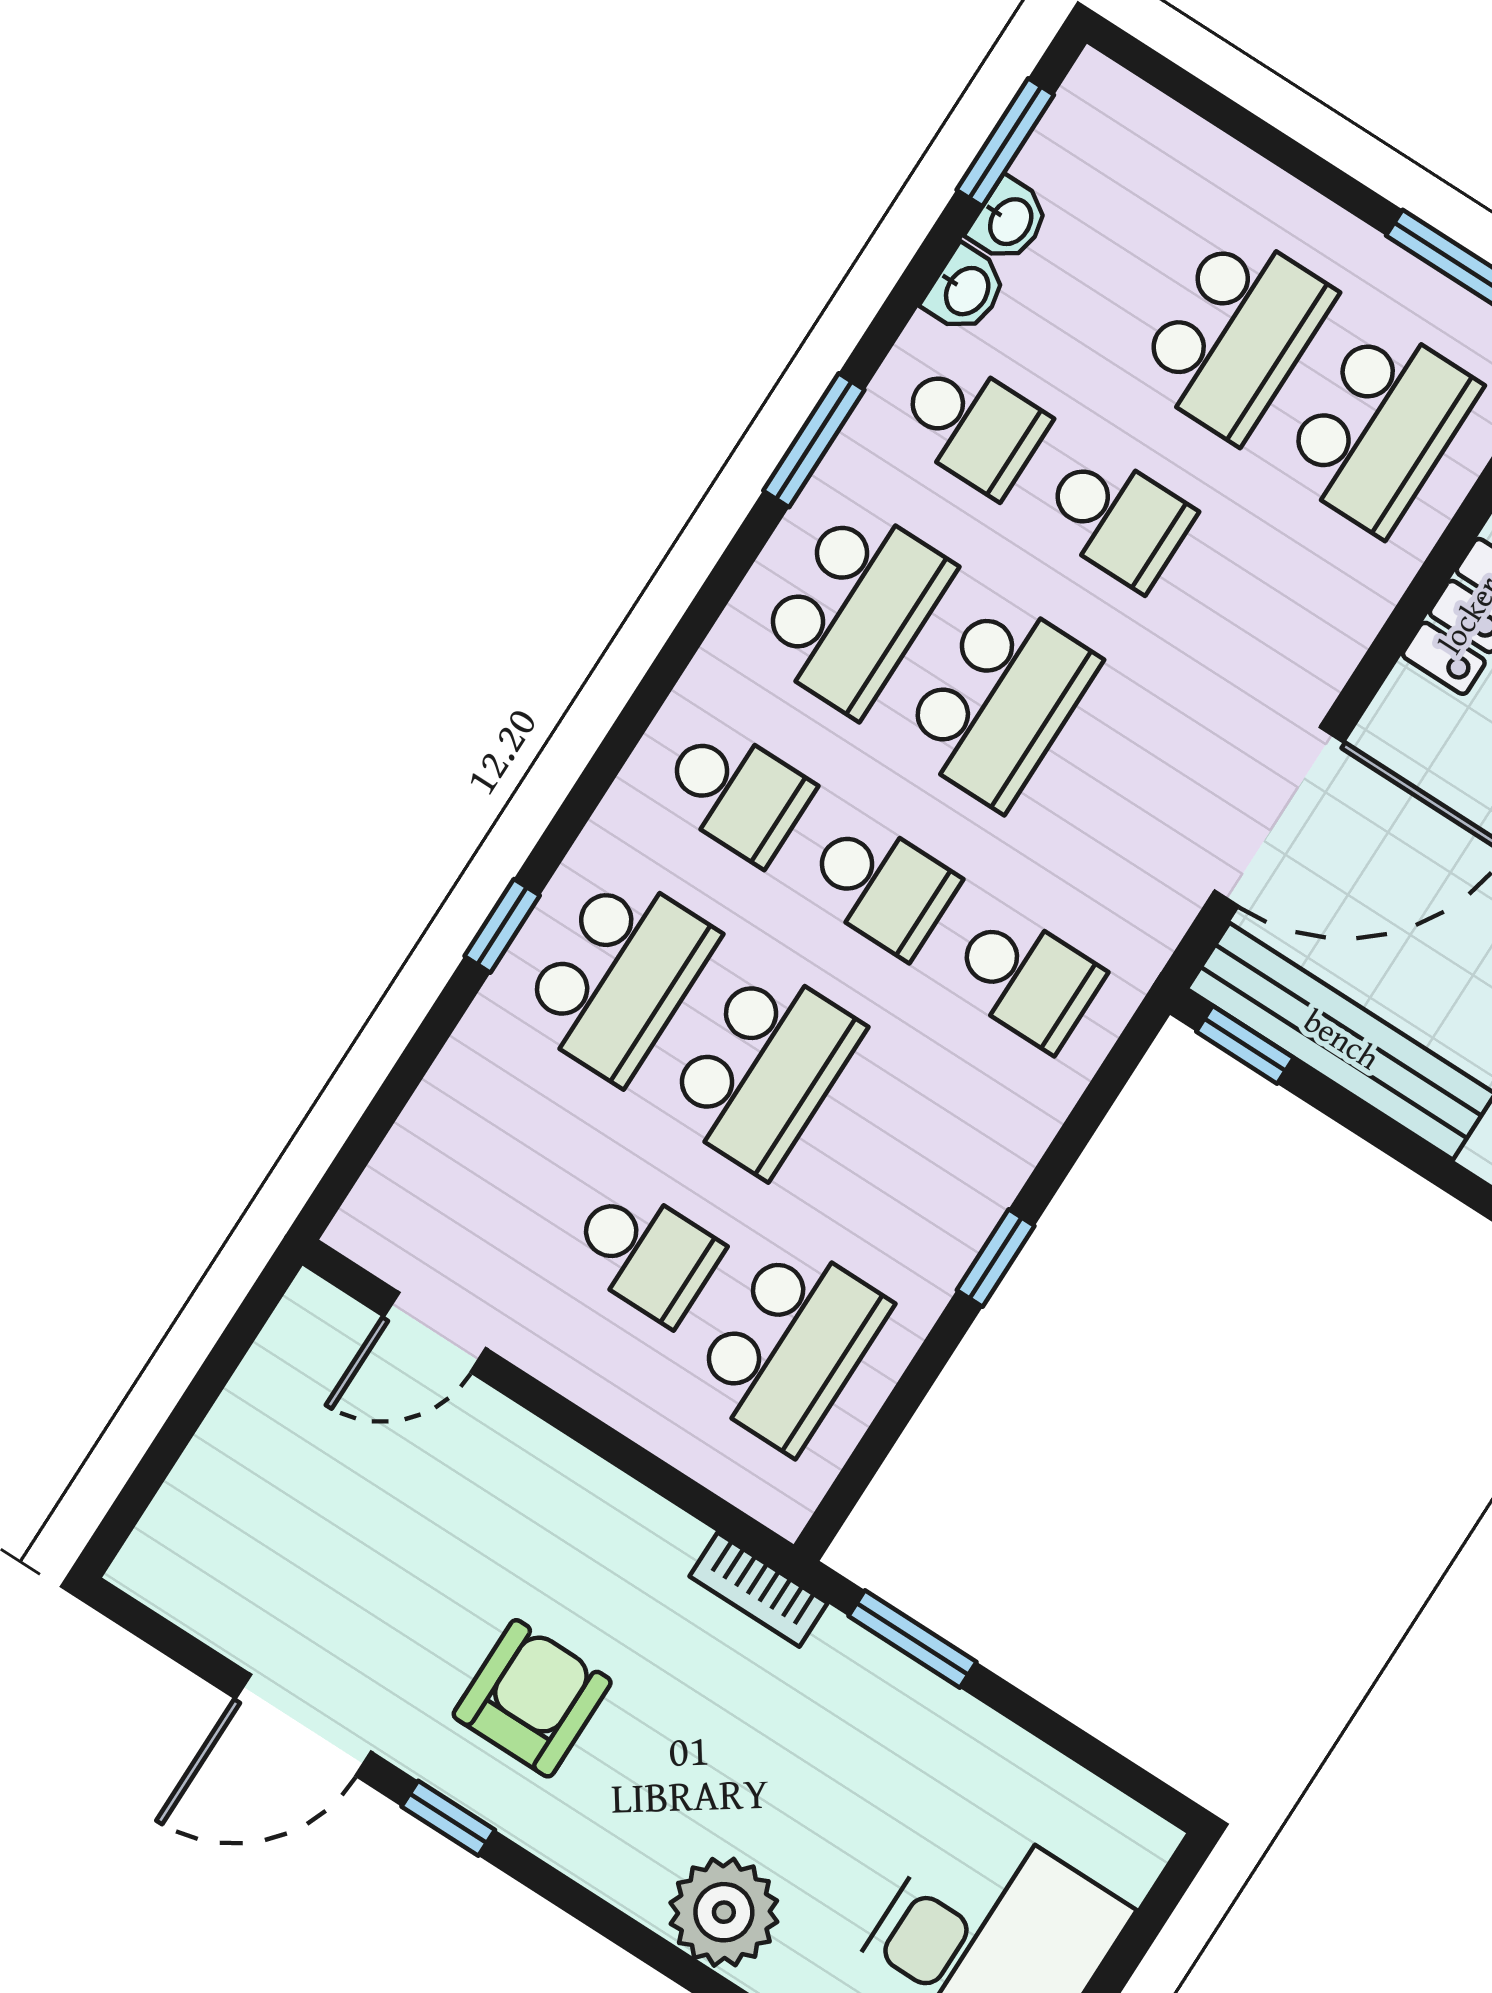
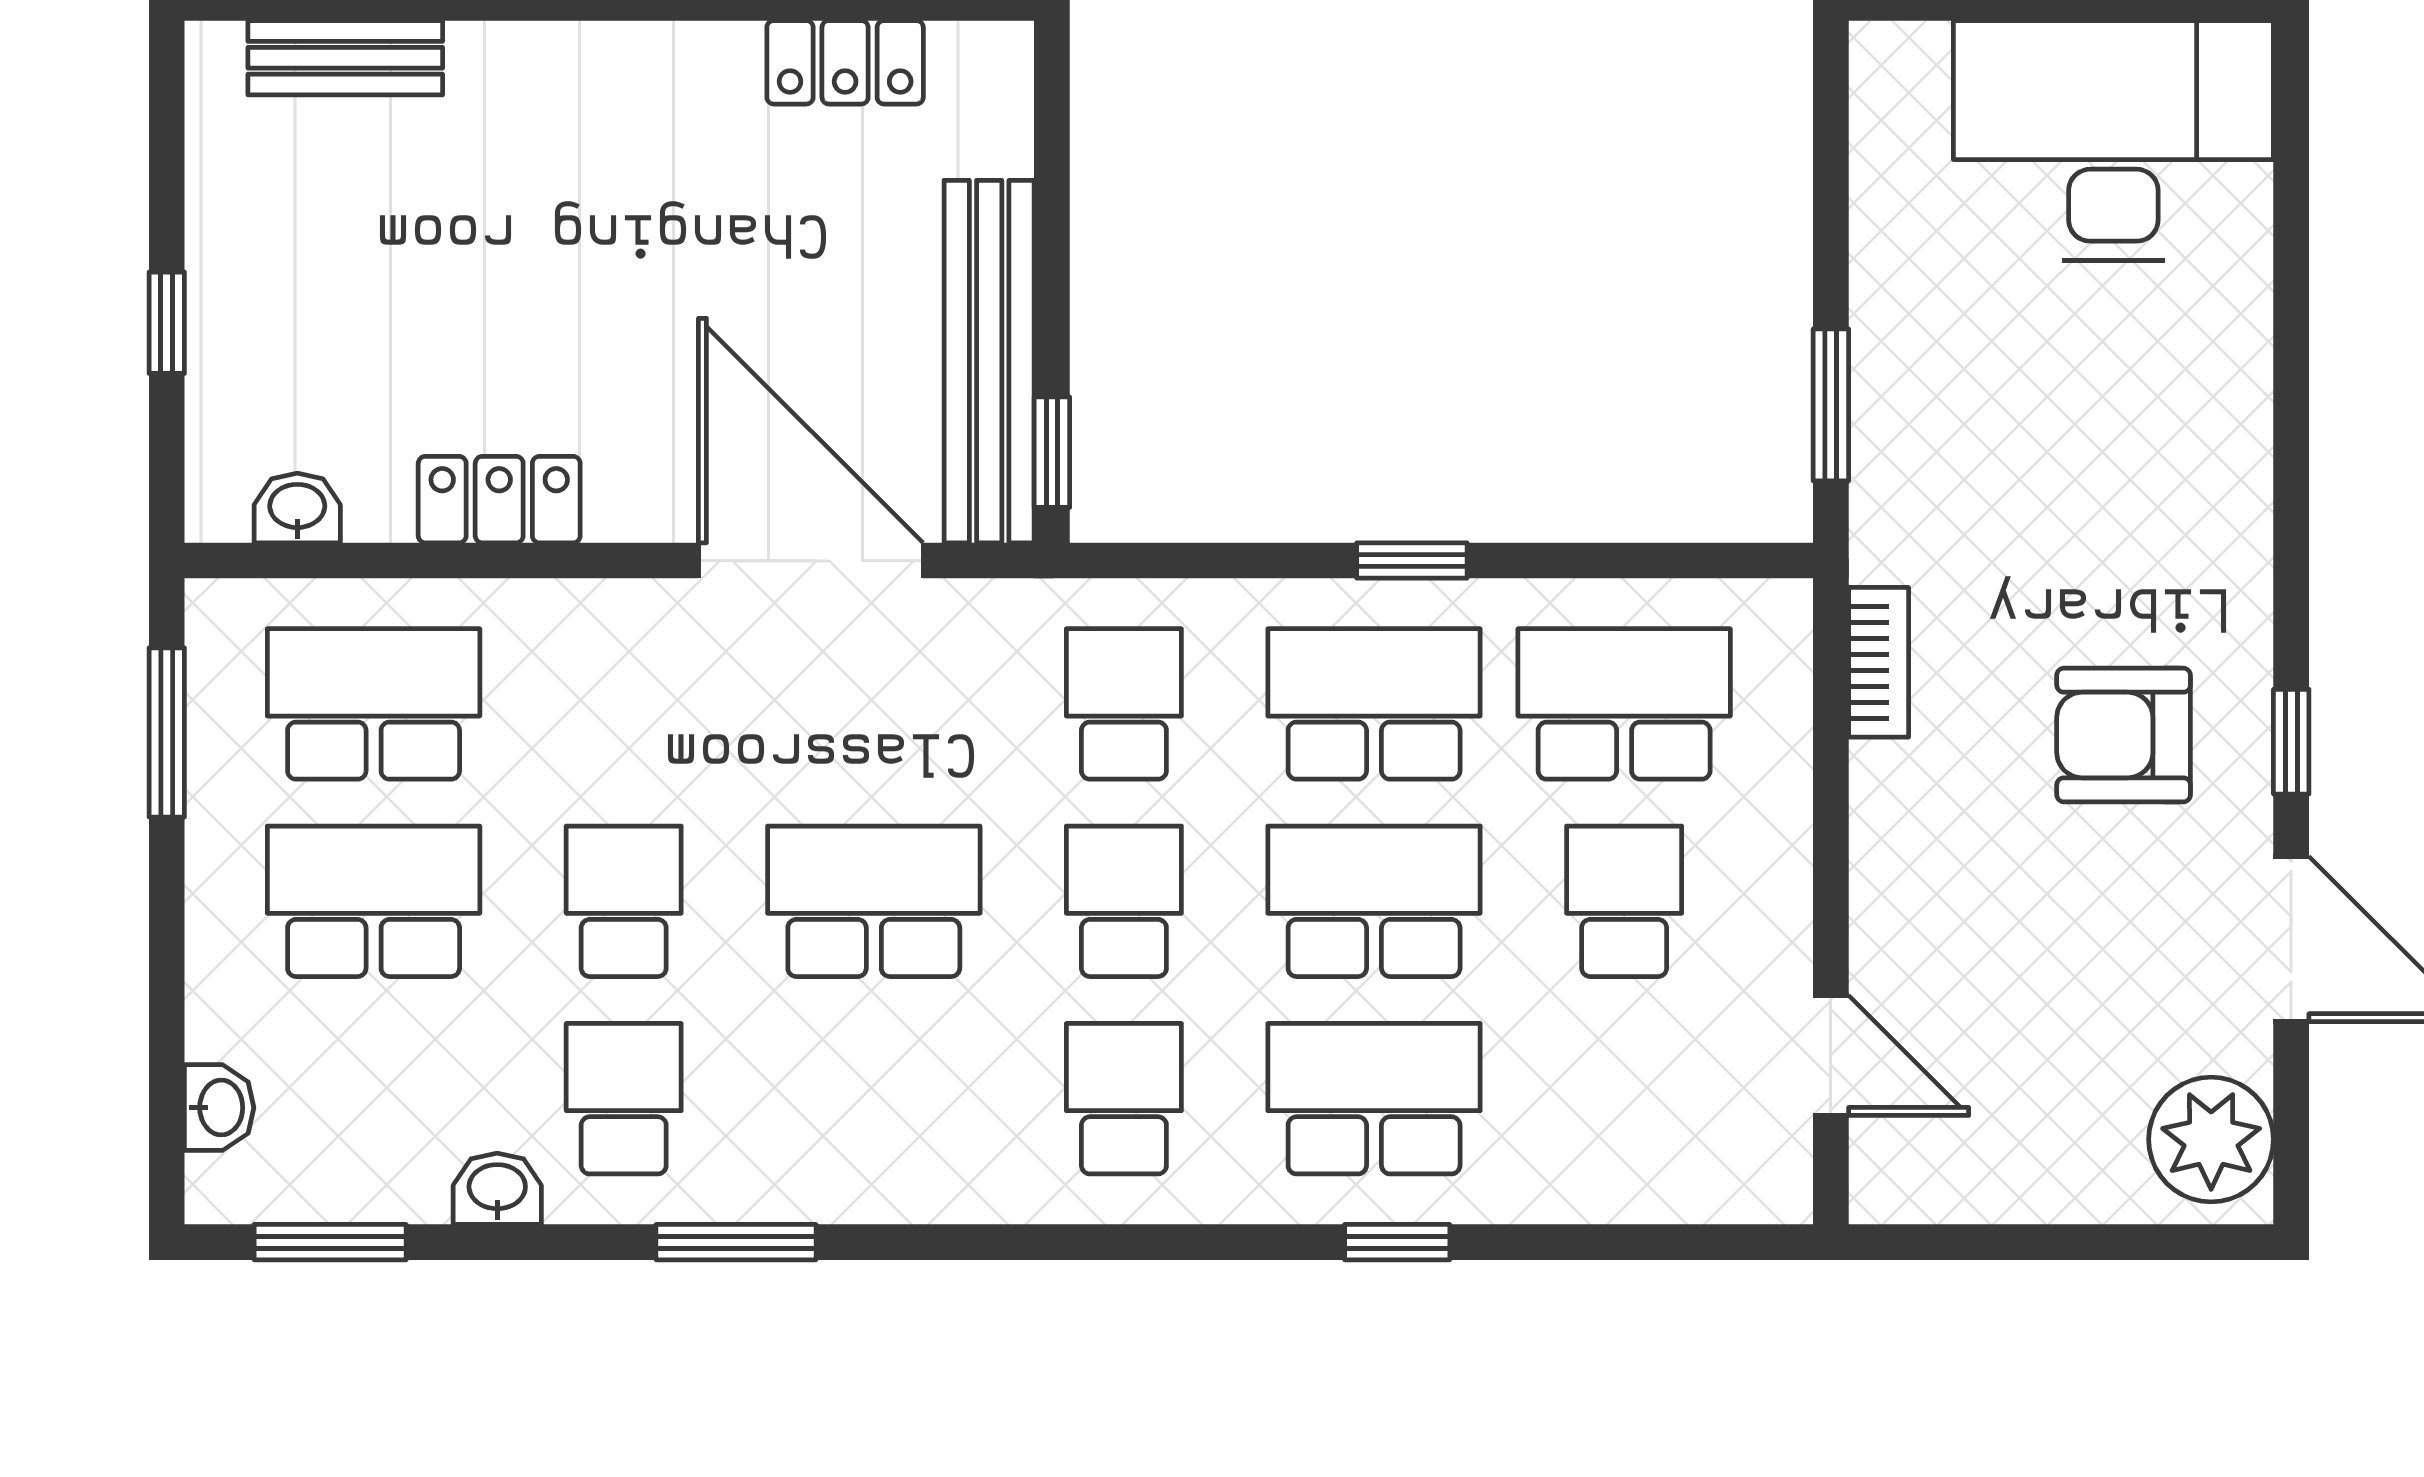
washbasin: (1009, 221) -> (219, 1108), moved, turned 90
school desk: (854, 609) -> (1374, 704), moved
bookcase: (759, 1590) -> (1879, 662), moved
plant: (724, 1912) -> (2211, 1139), moved

